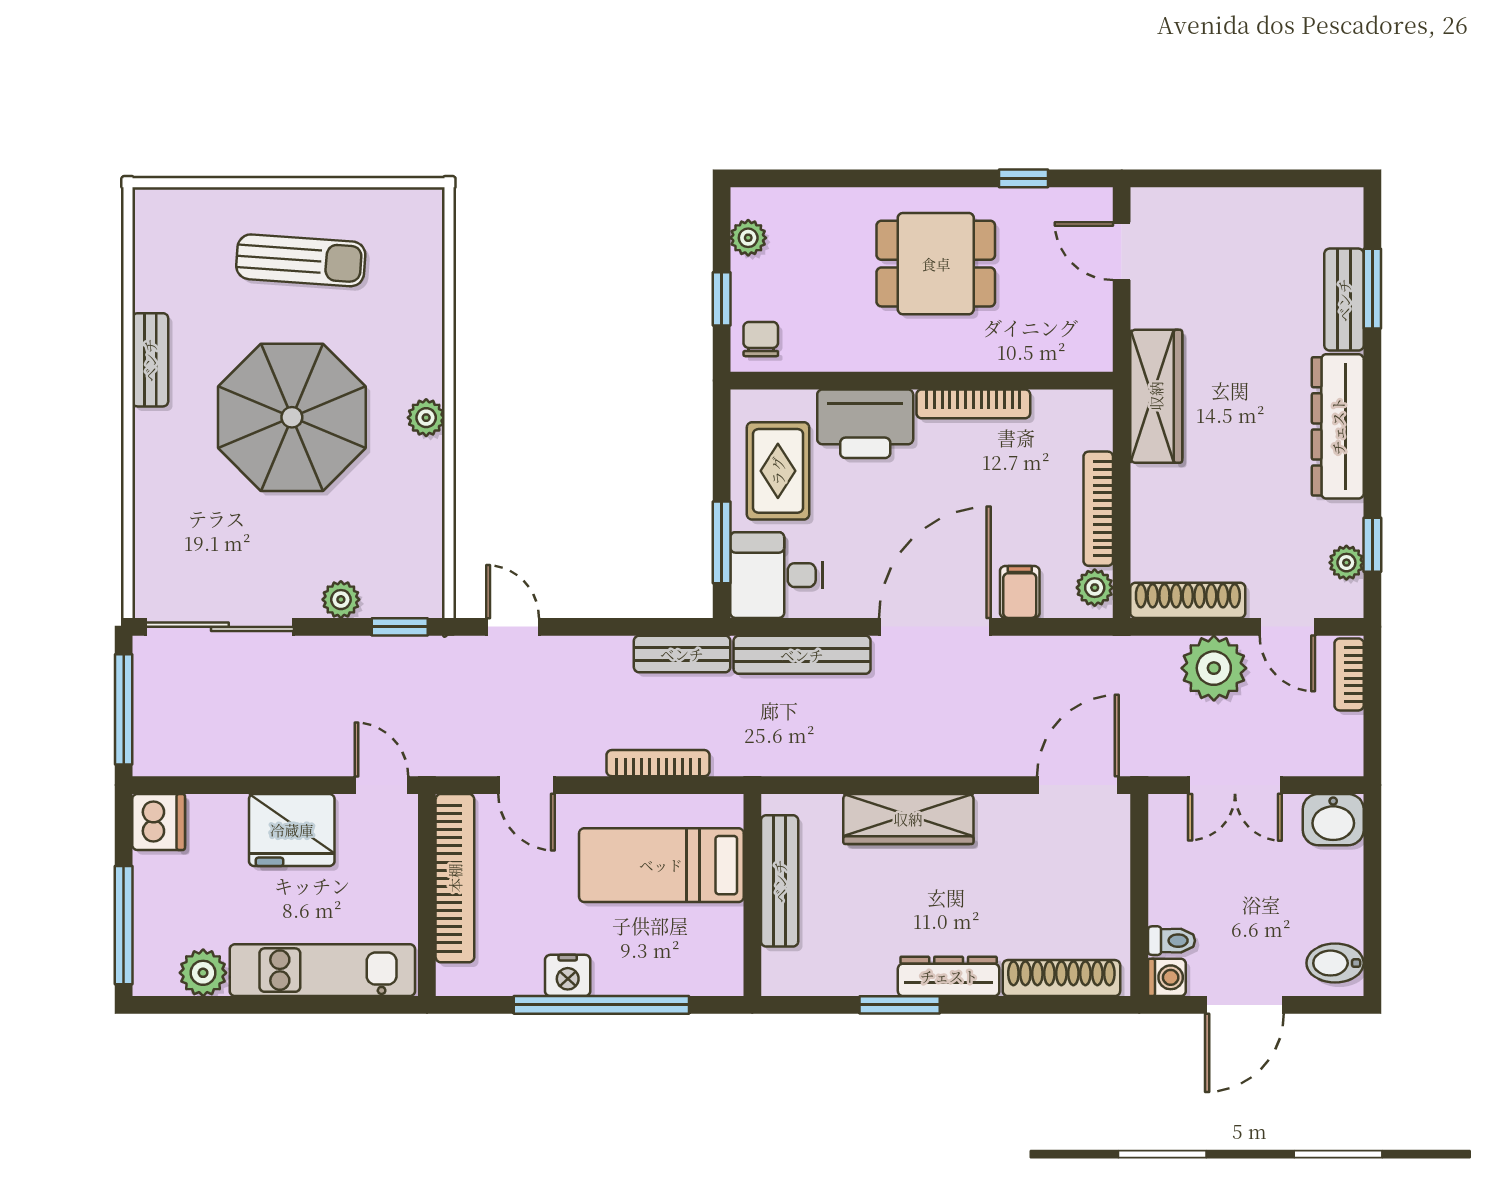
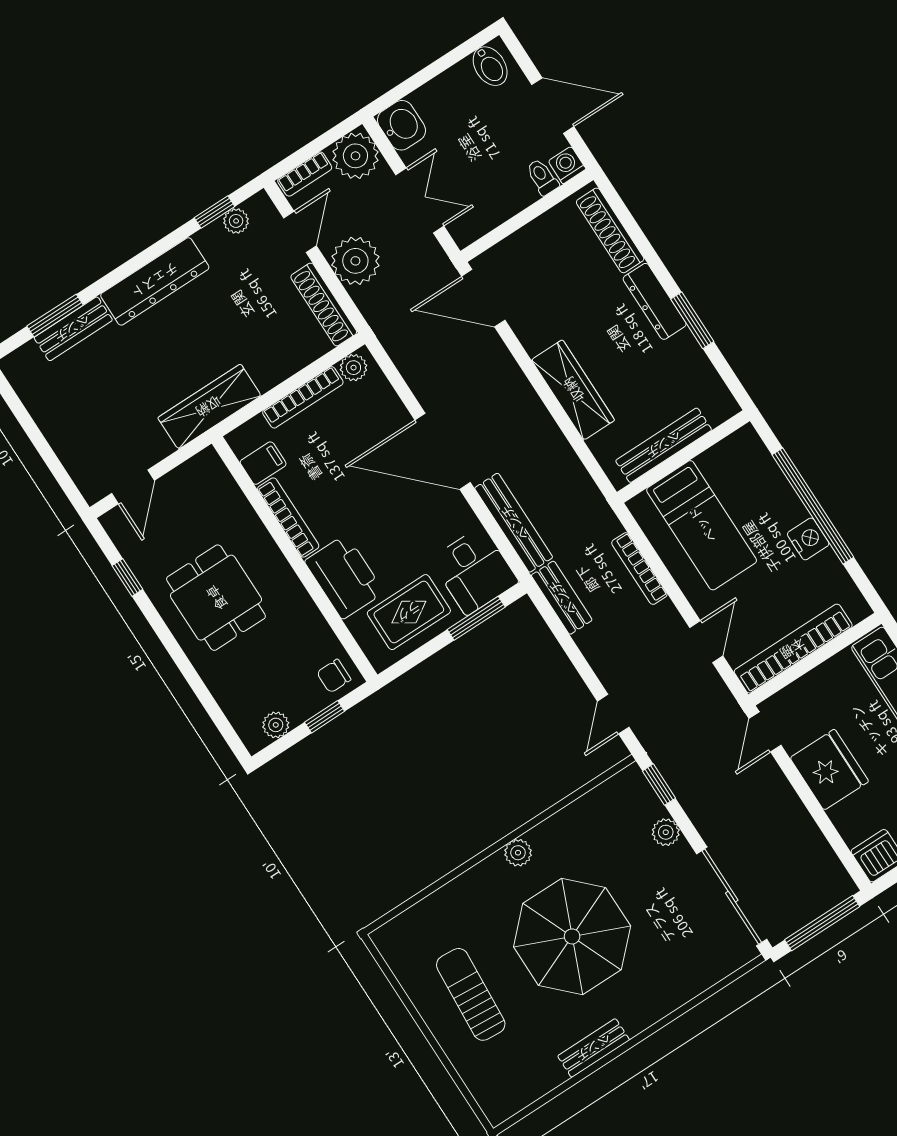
filing cabinet: (1020, 592) -> (263, 463), moved, turned 180
plant: (1332, 745) -> (355, 156), added

